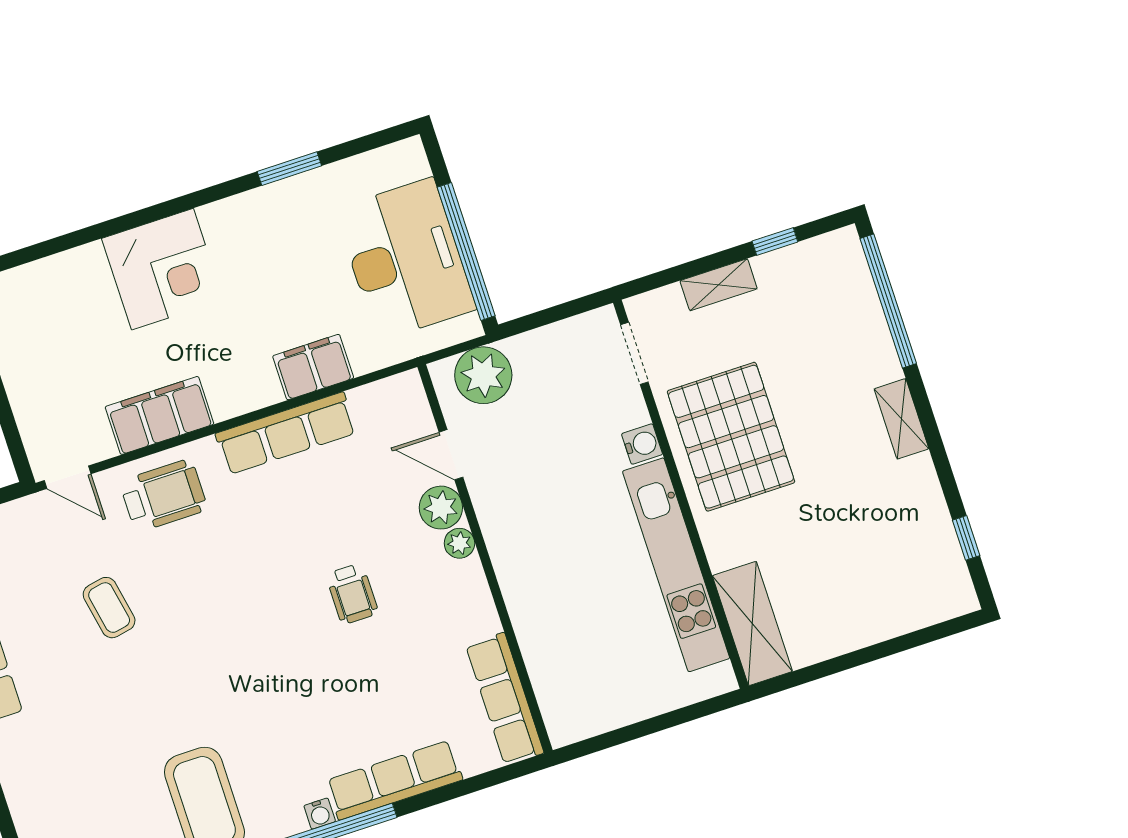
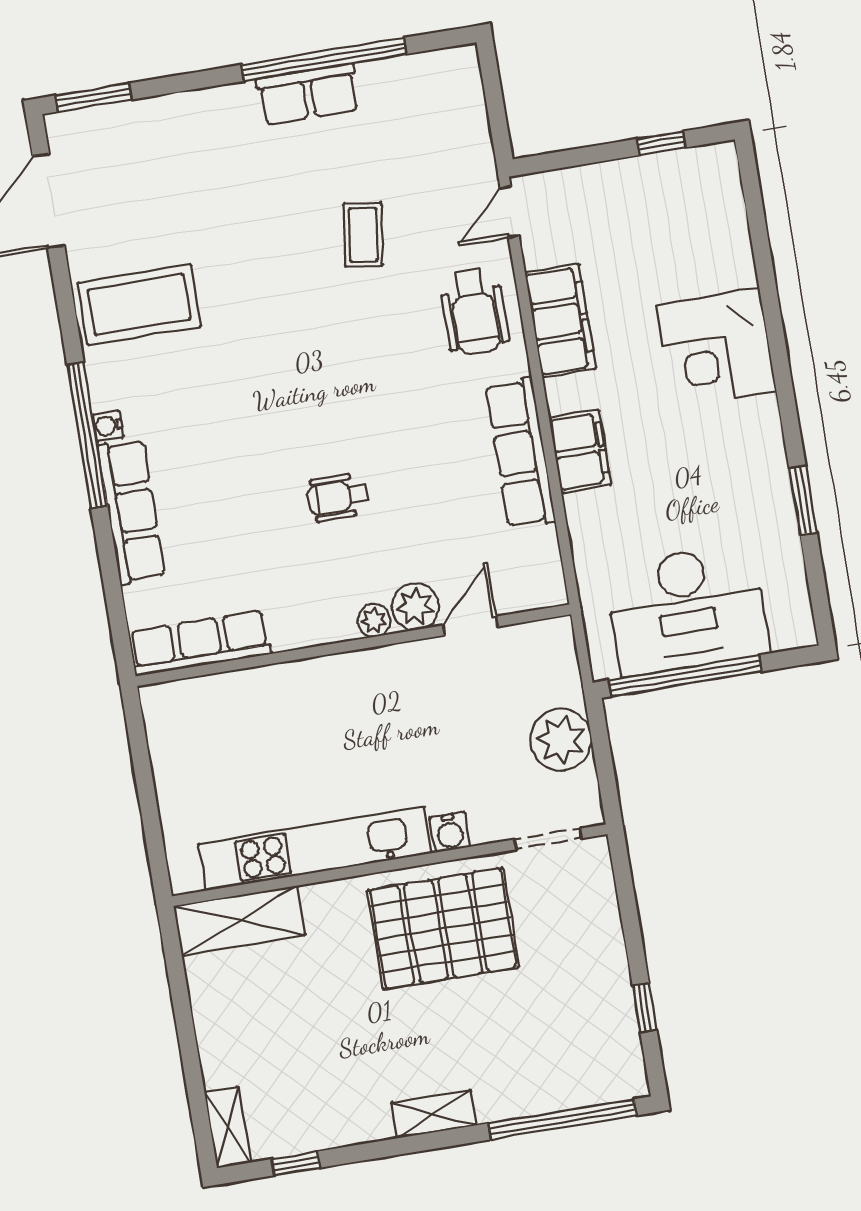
shelving: (719, 285) -> (228, 1127), moved
filing cabinet: (313, 367) -> (580, 451), moved
plant: (483, 375) -> (561, 740), moved
coffee table: (109, 608) -> (363, 235), turned -71

